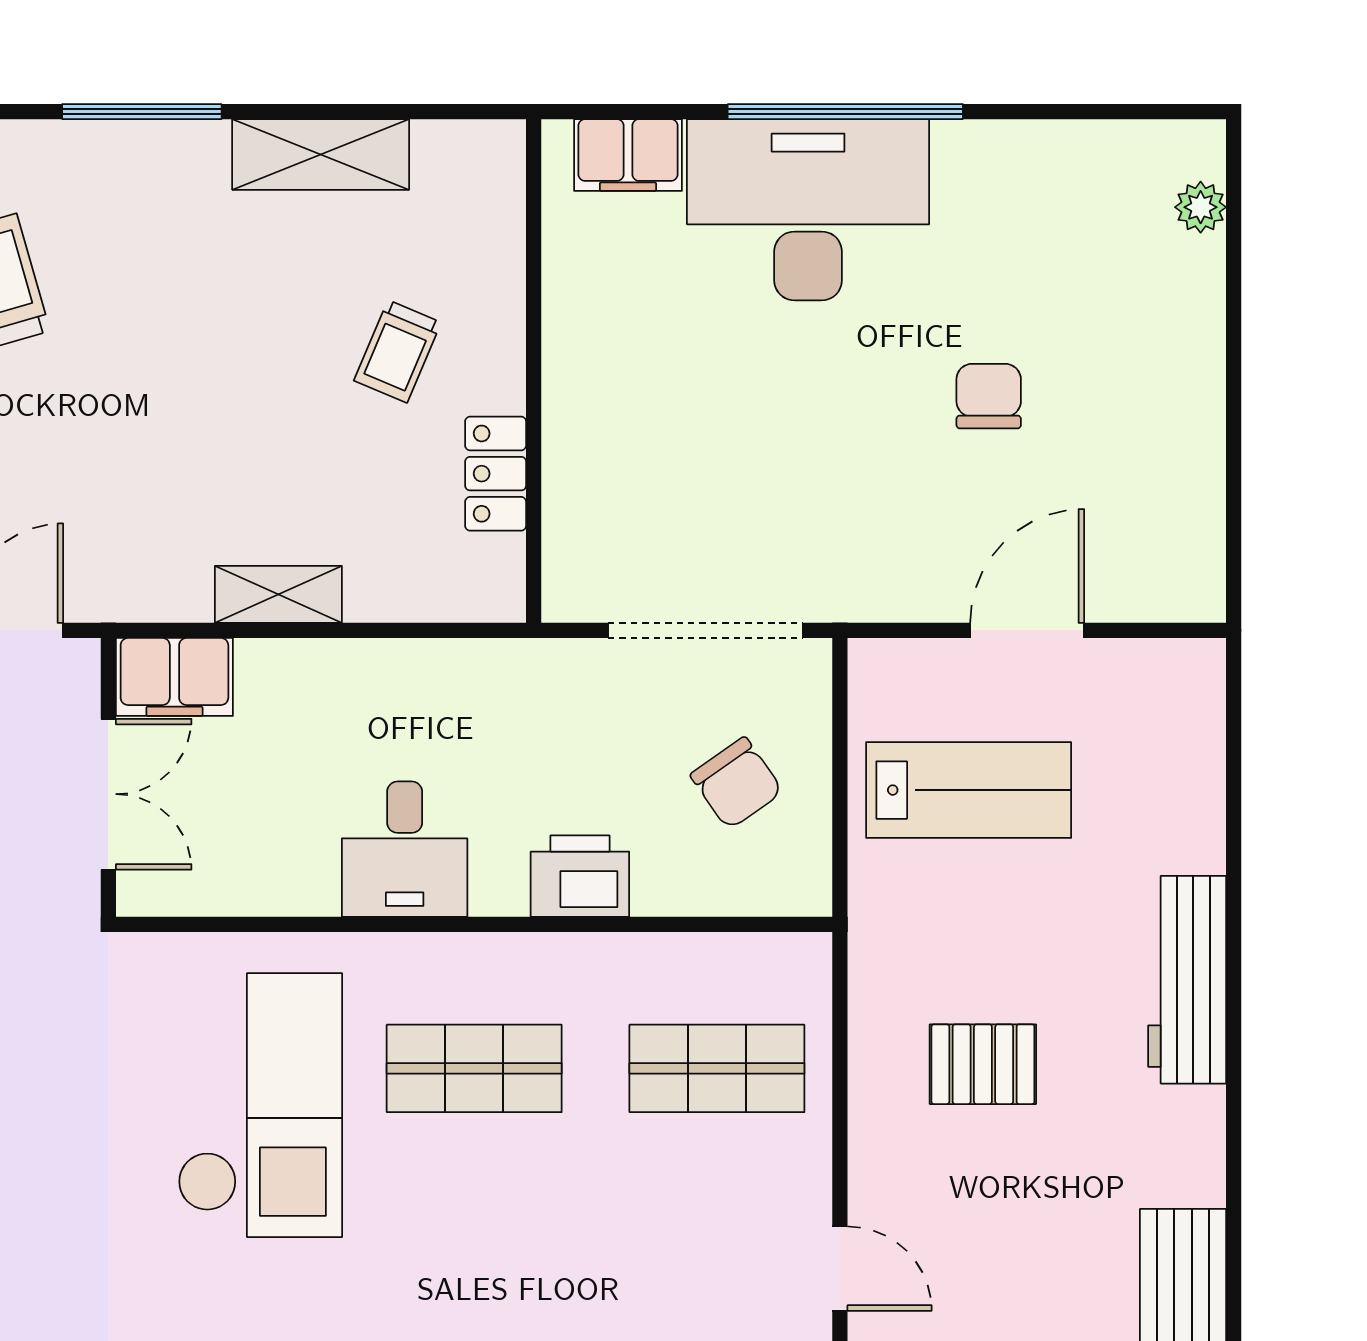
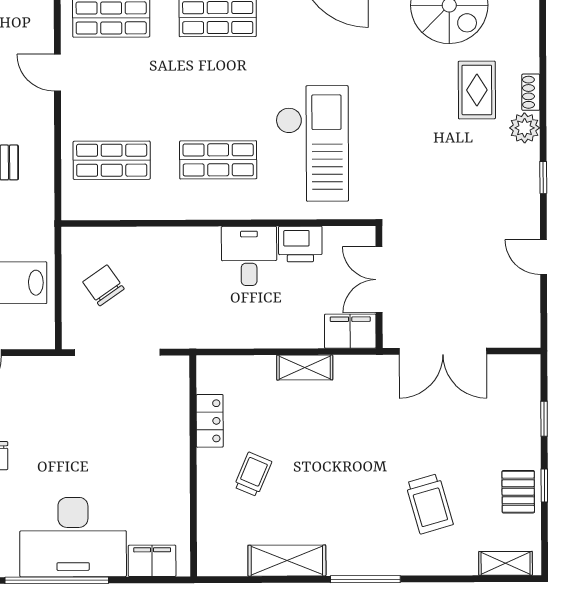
printer: (580, 876) -> (300, 244), moved
checkout: (260, 1105) -> (312, 143), turned 180

